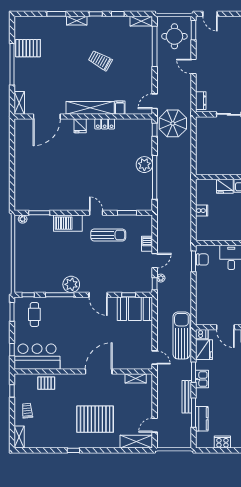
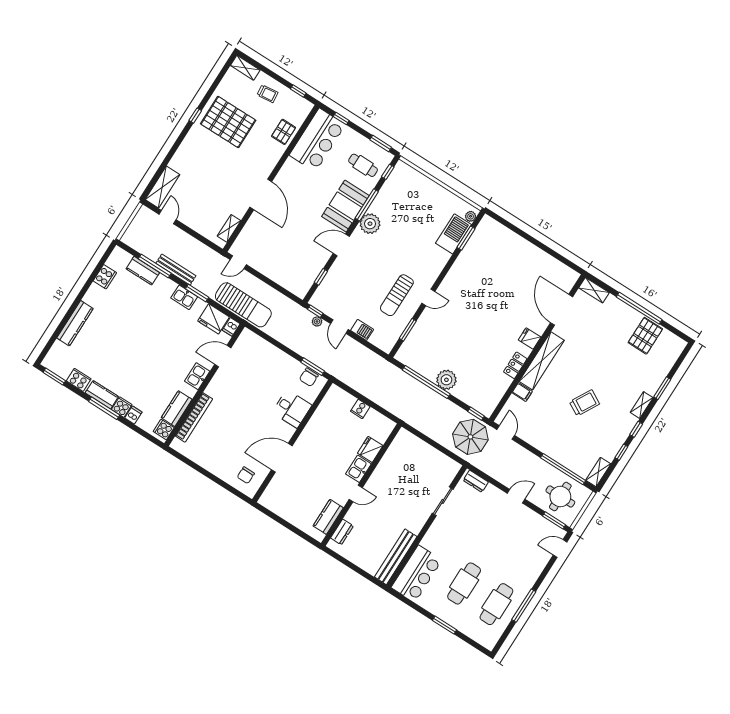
barbecue: (68, 223) -> (453, 234), moved
booth: (135, 309) -> (345, 206), moved
pallet: (95, 419) -> (228, 122), moved, turned 90

